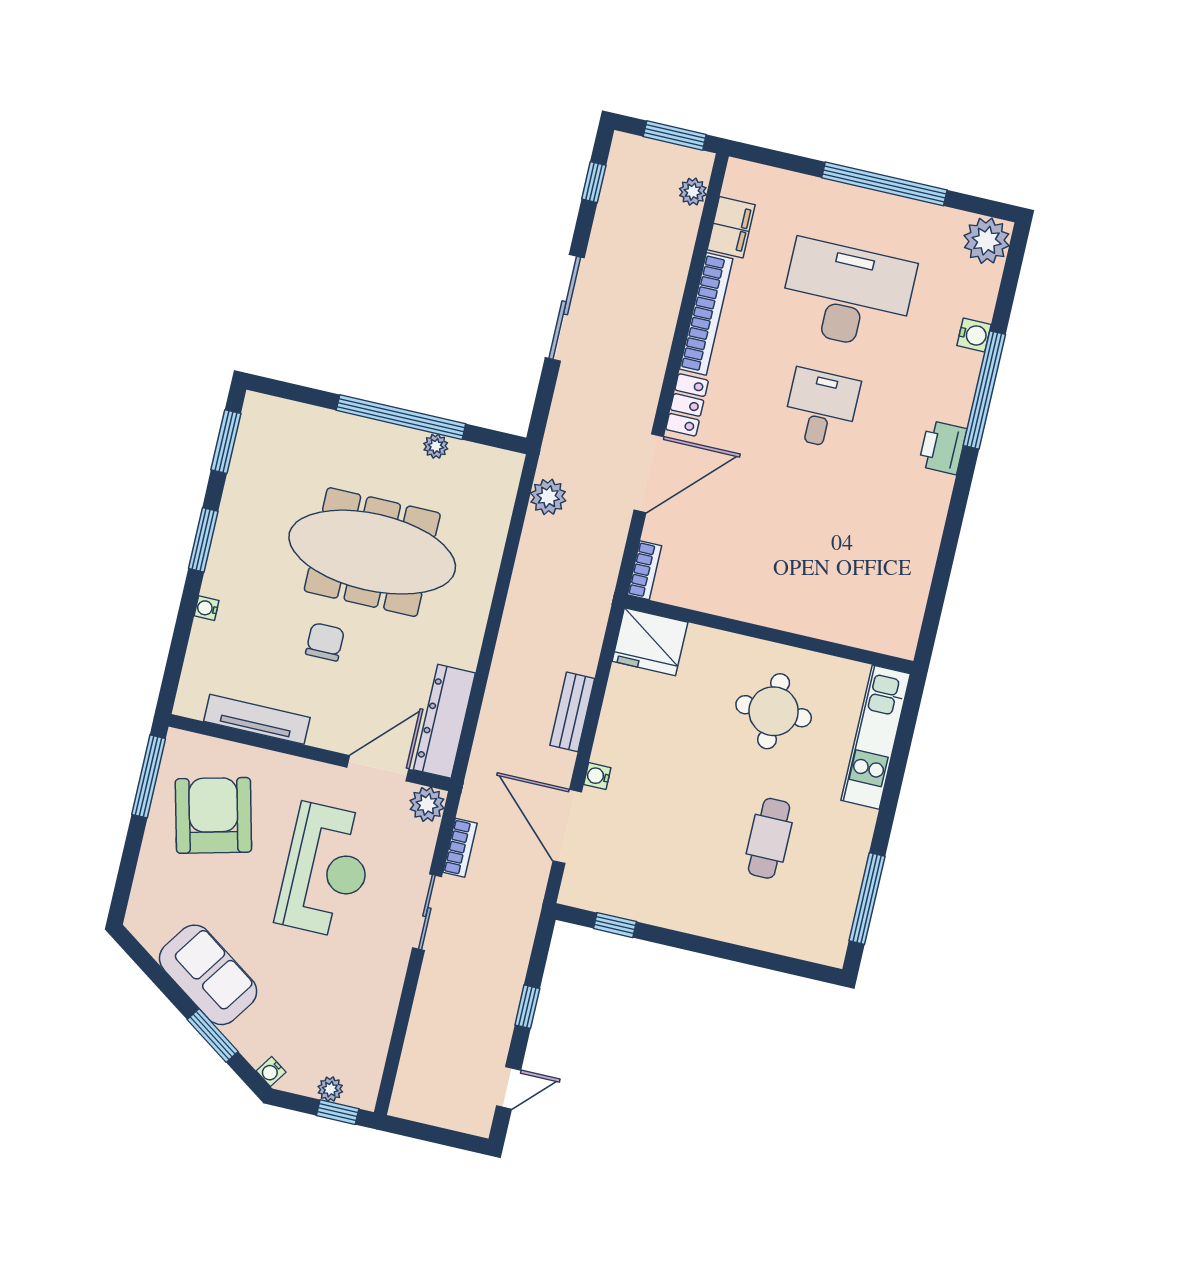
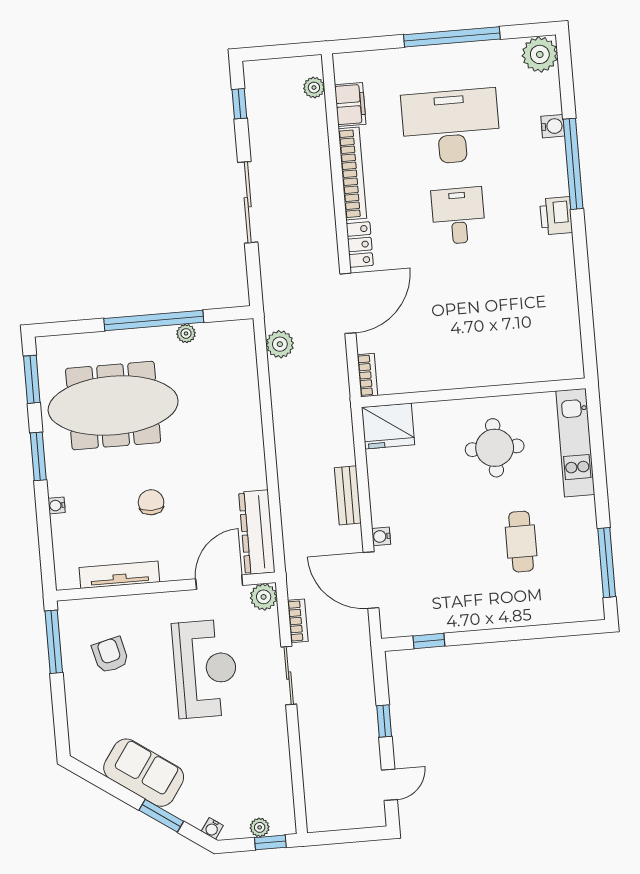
window: (675, 135) -> (288, 51), removed
meeting table: (372, 552) -> (113, 406), moved
armchair: (213, 815) -> (110, 655), width x0.53, depth x0.53

